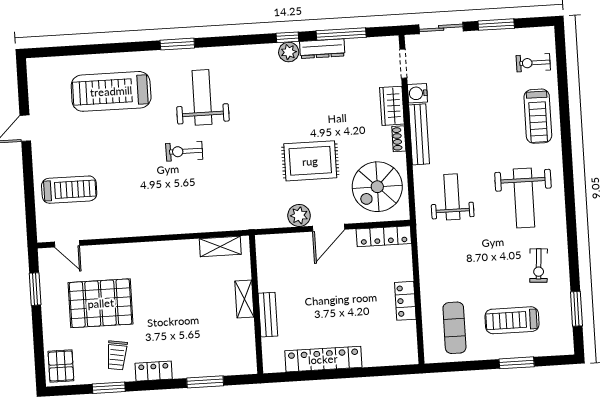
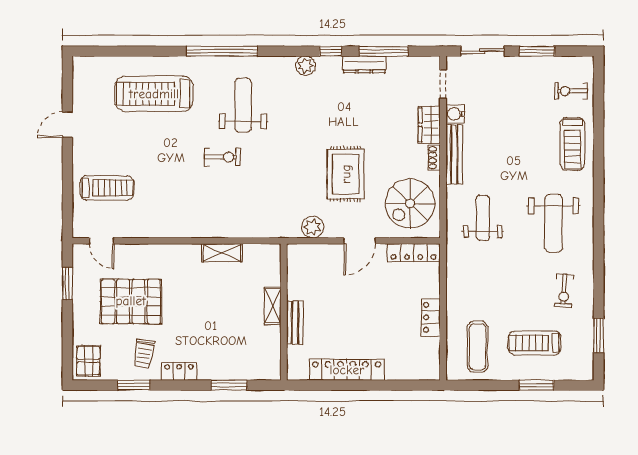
window: (177, 44) -> (222, 51), width x2.11
plant: (289, 52) -> (305, 66), moved
exercise bike: (184, 151) -> (222, 157), turned 180
rug: (310, 161) -> (346, 174), turned 90
plant: (299, 215) -> (313, 227), moved
shelving: (220, 246) -> (222, 253), moved

